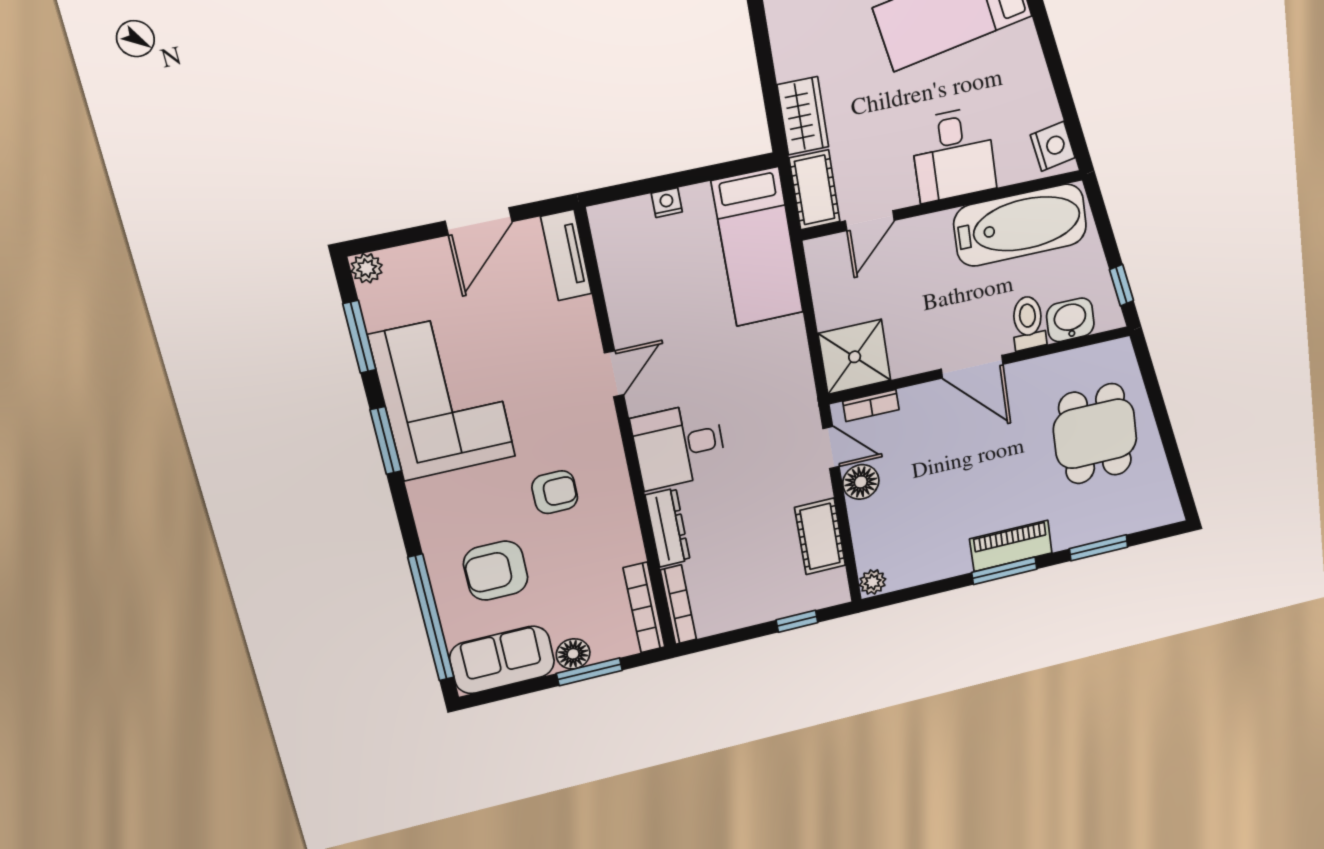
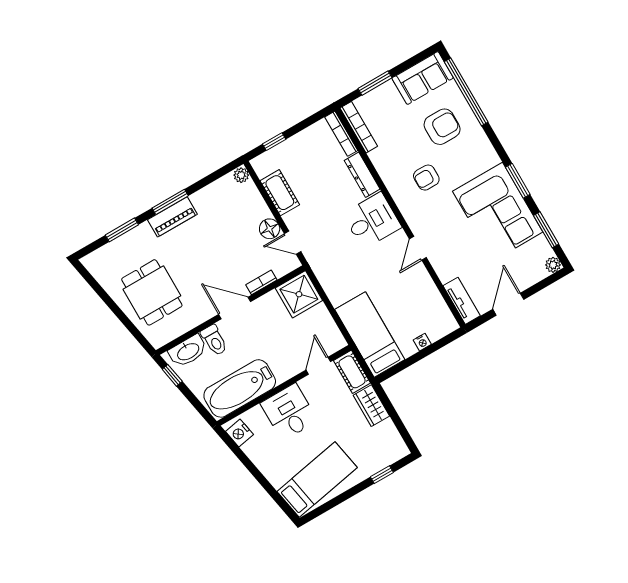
washbasin: (1070, 320) -> (188, 351), width x1.38
bookcase: (871, 406) -> (261, 282), moved
floor lamp: (573, 654) -> (387, 91), removed

